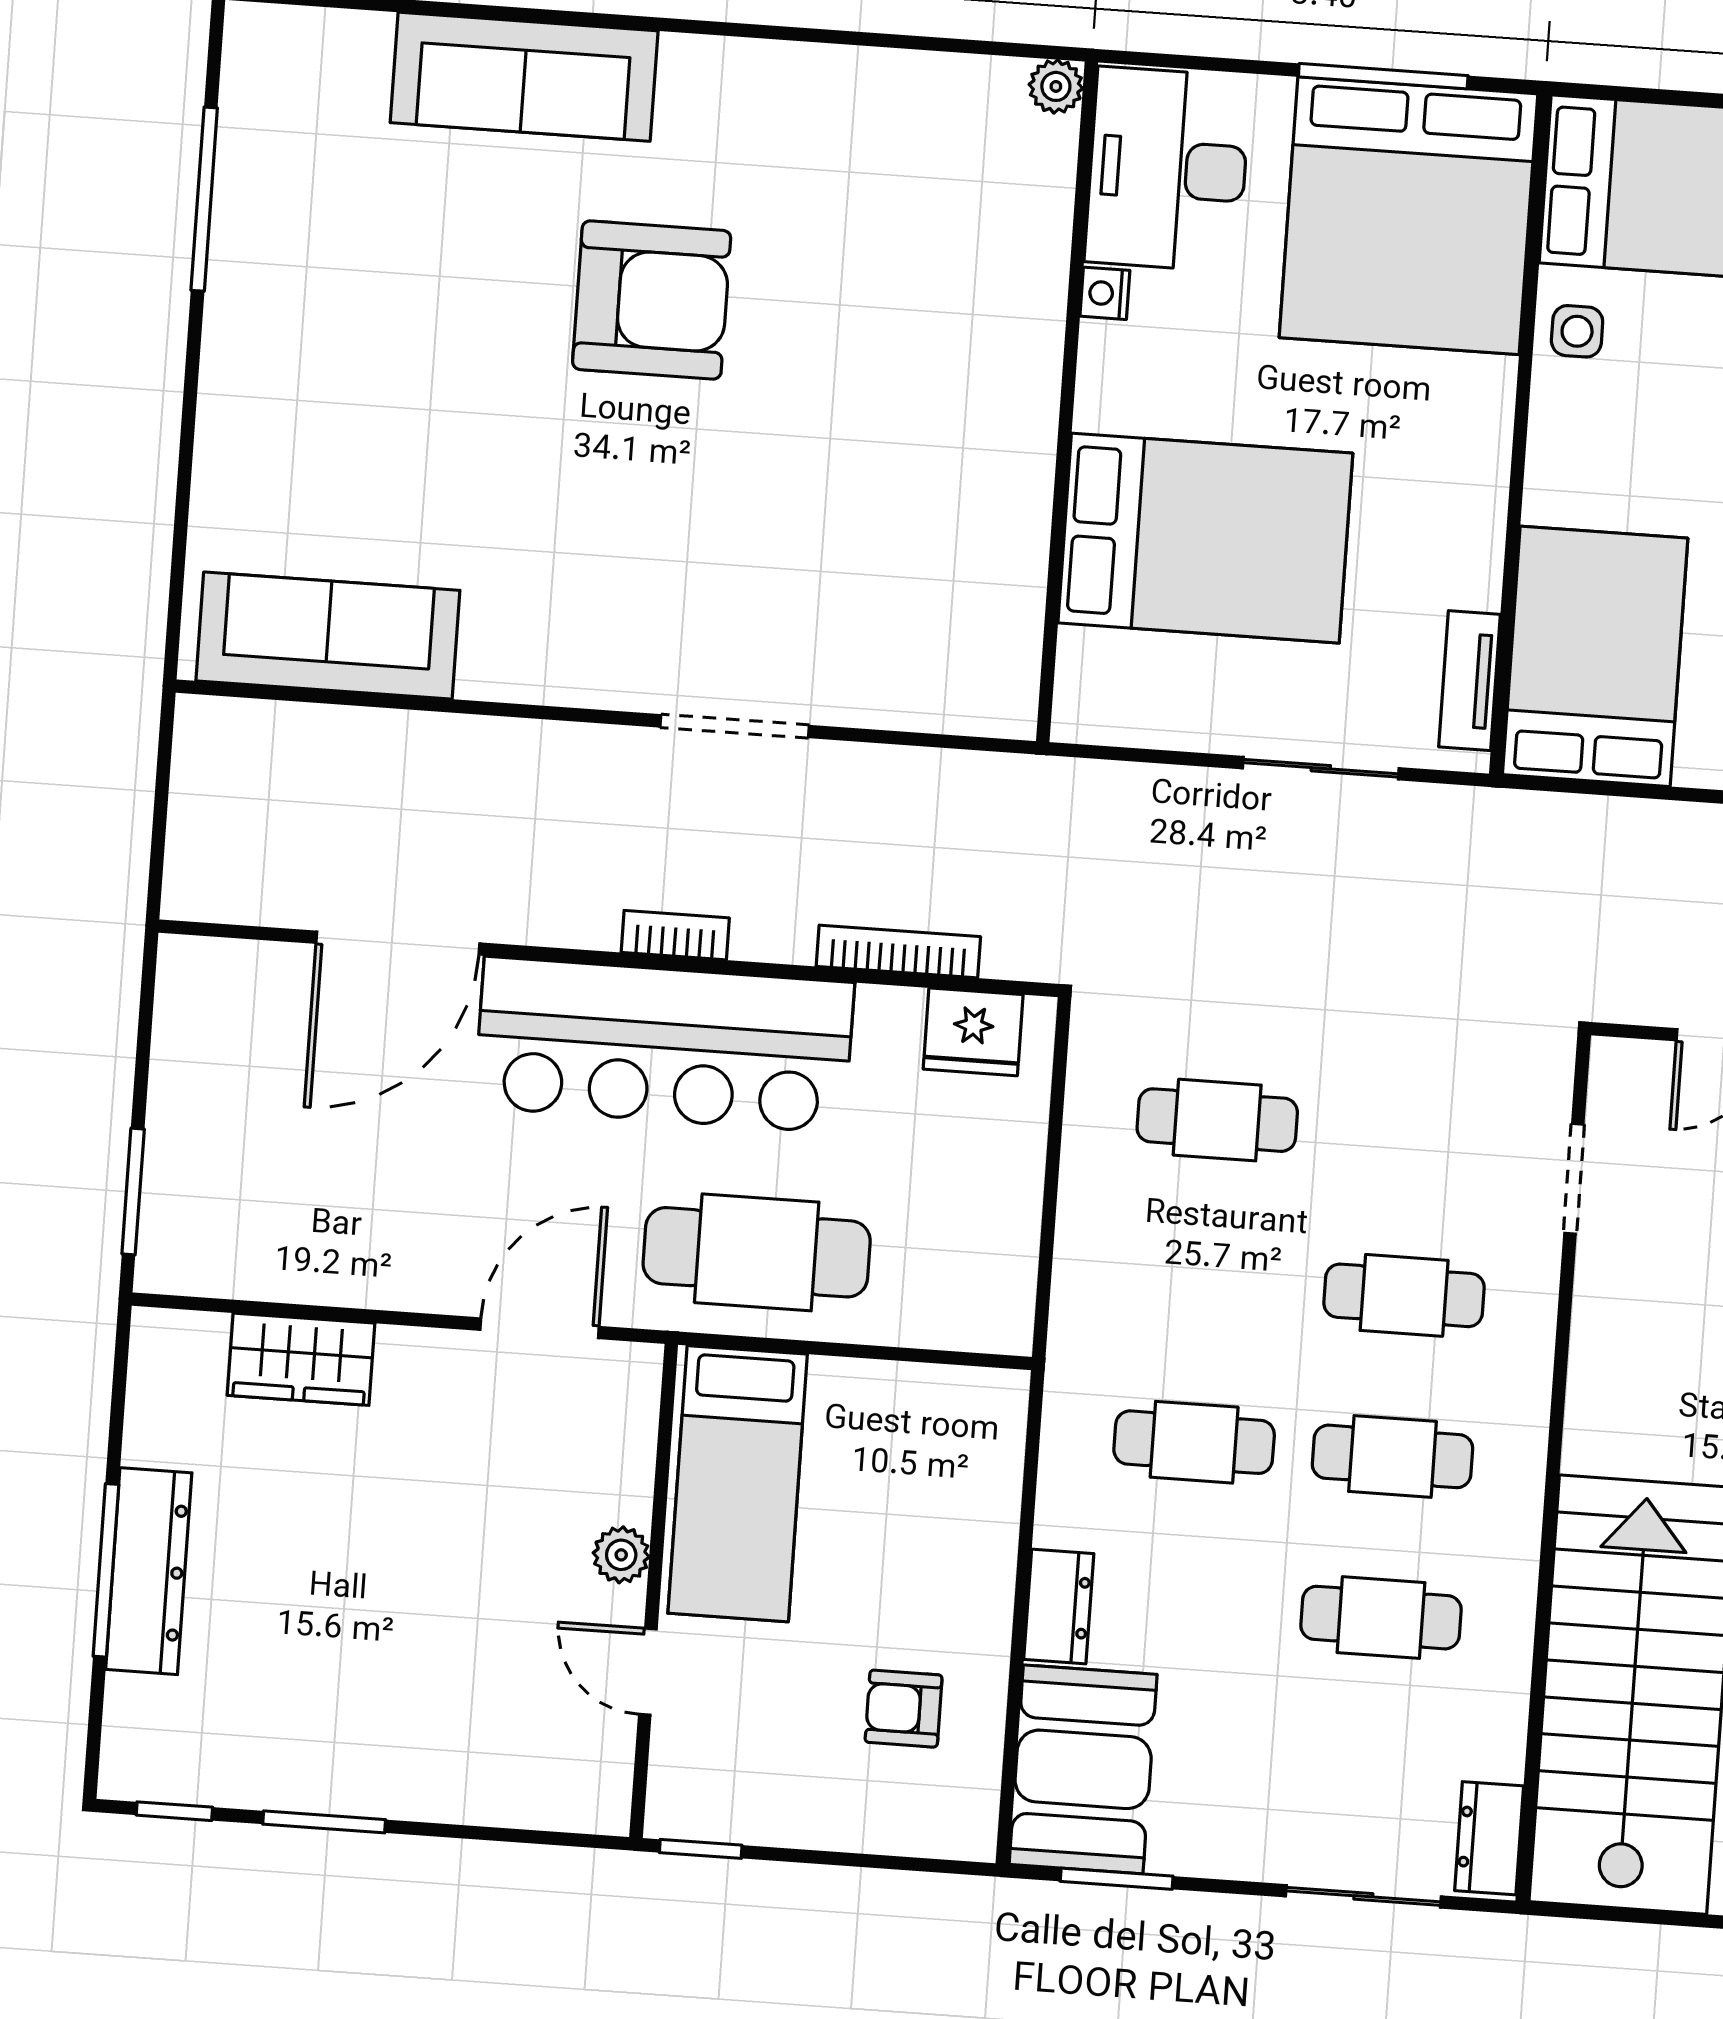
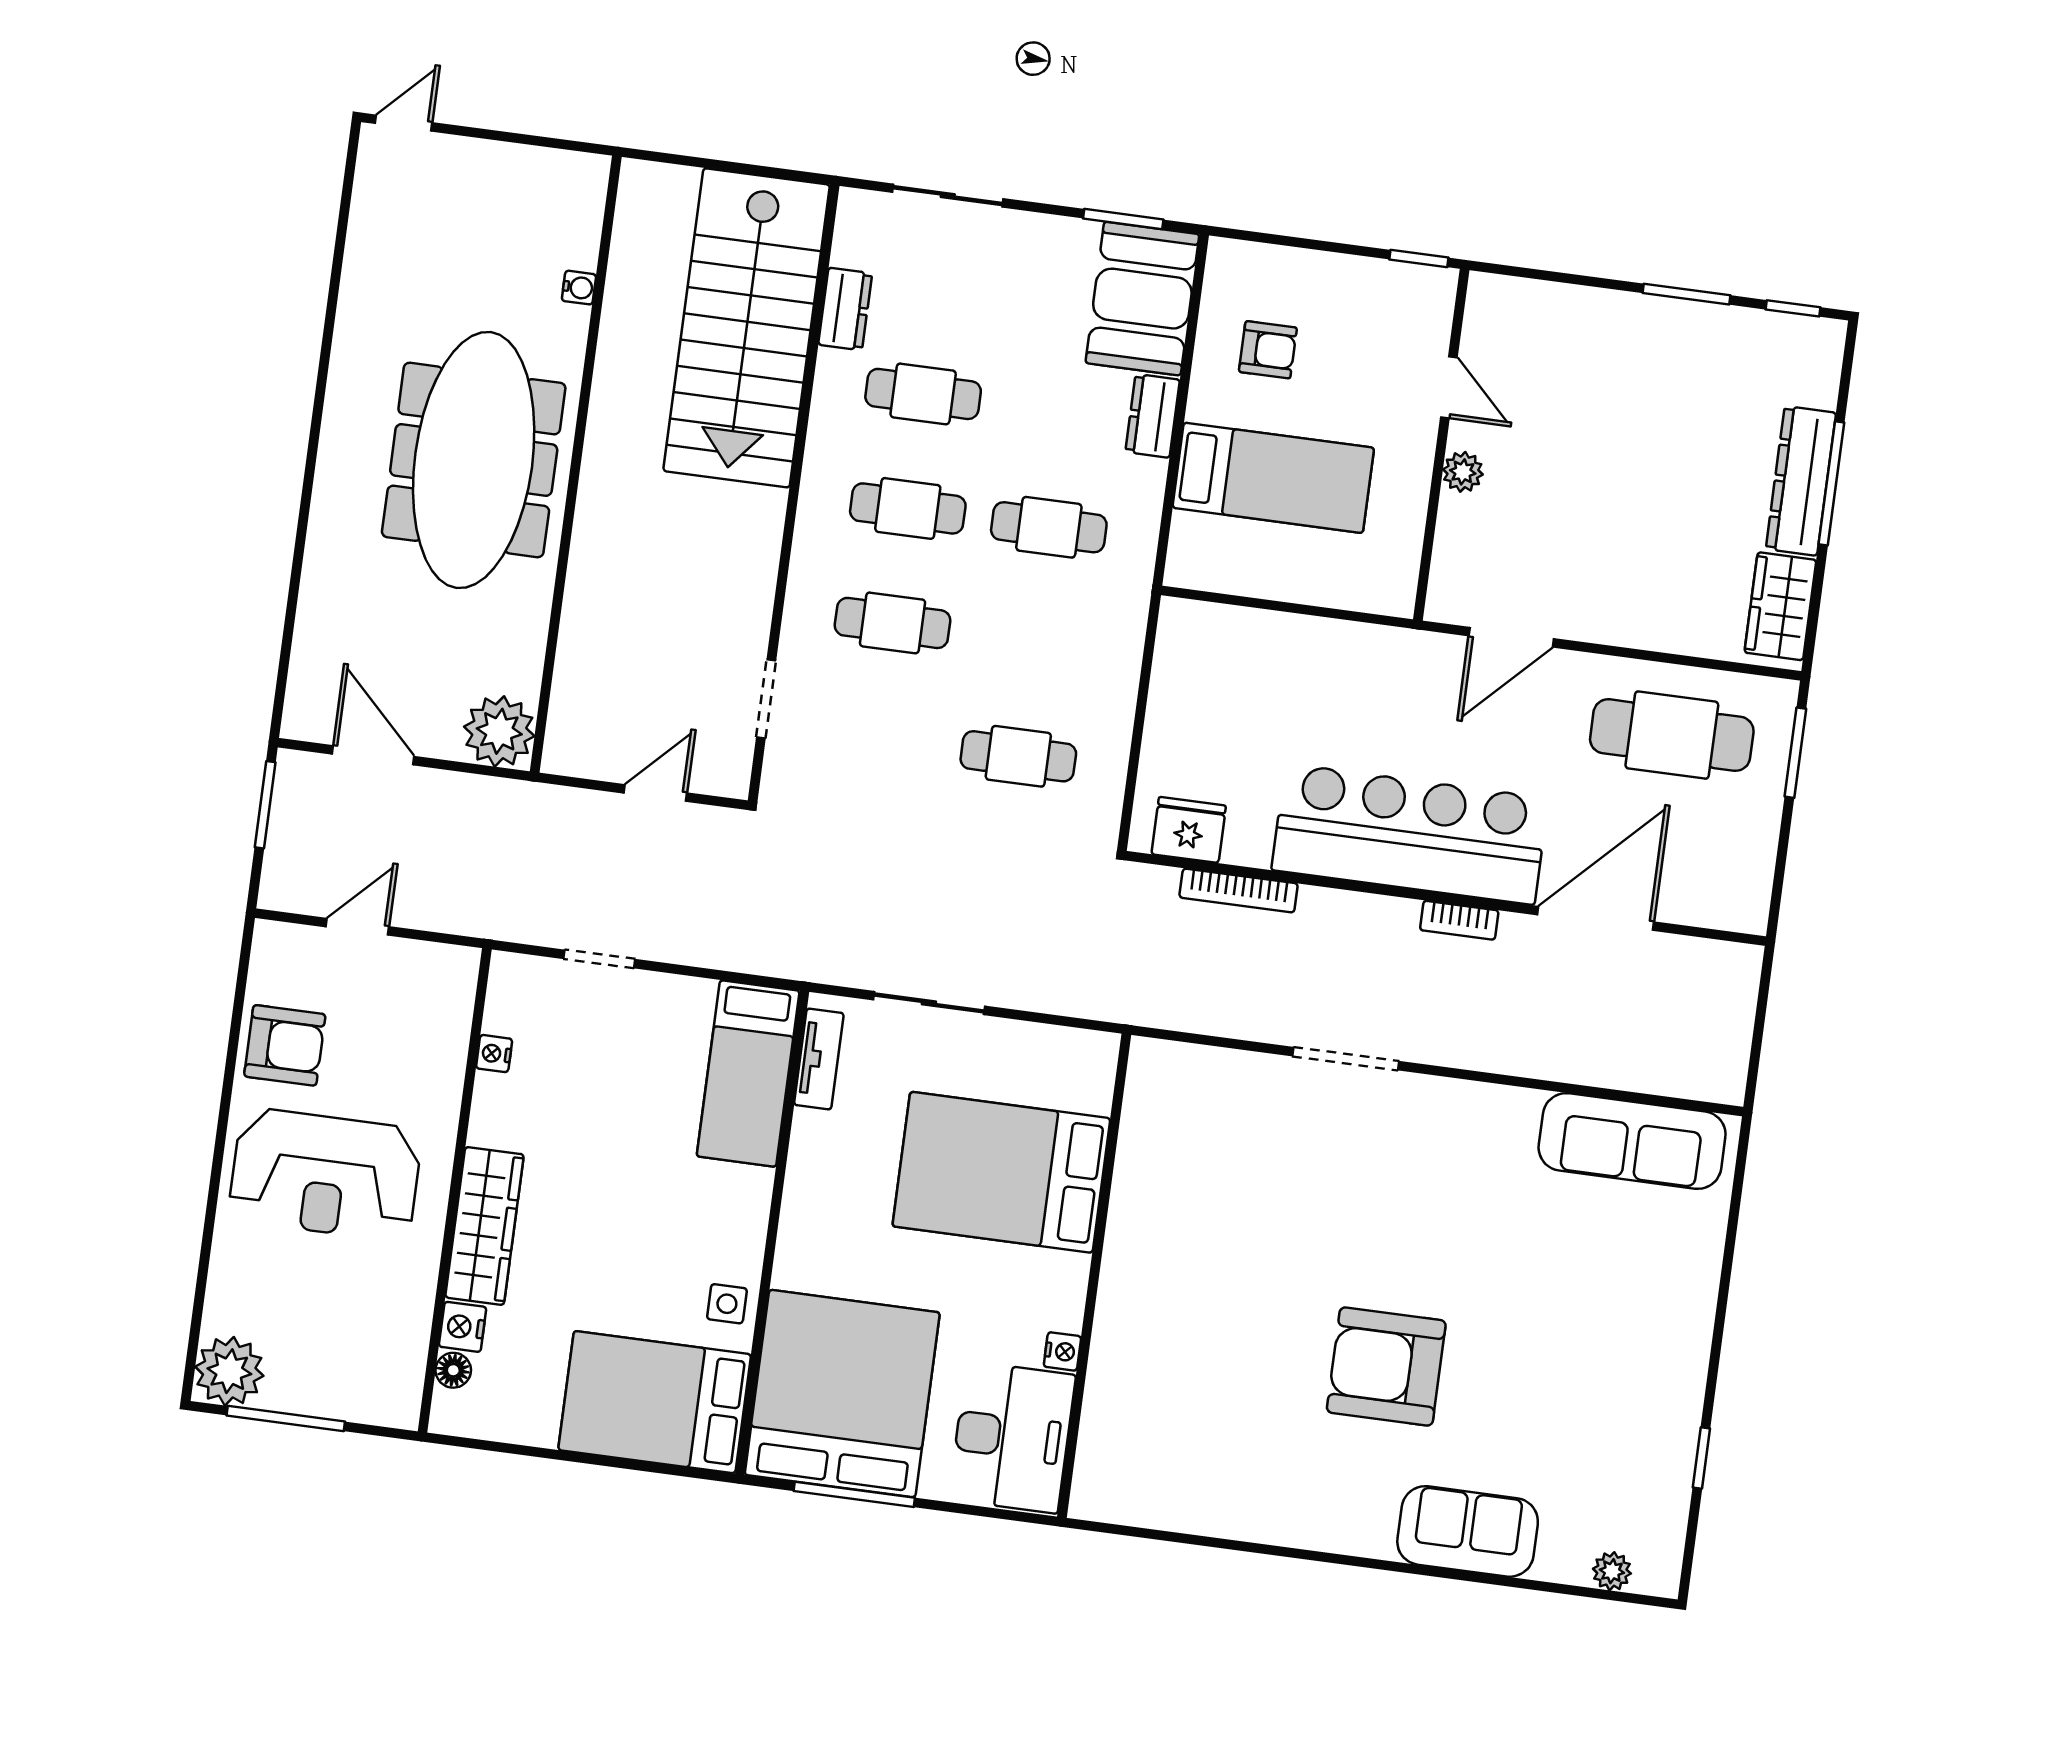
sofa: (524, 77) -> (1468, 1531), width x0.73
plant: (1056, 86) -> (1612, 1571), moved
window: (204, 199) -> (1701, 1458), width x0.46
bed: (1595, 656) -> (748, 1074), width x0.67
bookcase: (675, 935) -> (1459, 920), moved
cafe table: (757, 1252) -> (1672, 735), moved
wardrobe: (301, 1359) -> (1780, 606), moved, turned -90
bed: (738, 1484) -> (1273, 478), moved, turned 90
dresser: (1489, 1838) -> (845, 309), moved

